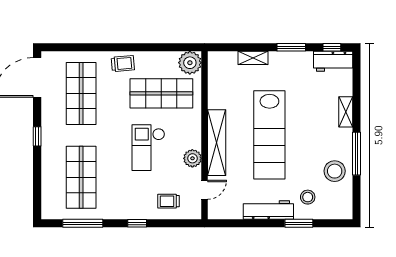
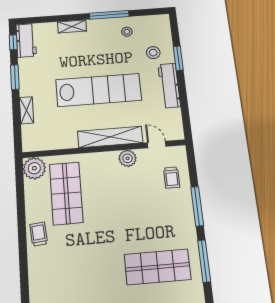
shop shelf: (81, 93) -> (72, 274), removed
checkout: (148, 148) -> (121, 202), removed
stool: (335, 171) -> (127, 32), width x0.53, depth x0.53
window: (137, 223) -> (197, 206), width x2.17

